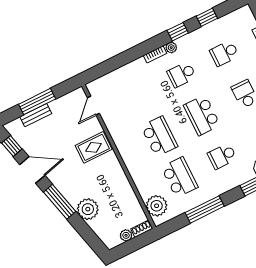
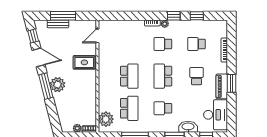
plant: (88, 209) -> (57, 85), moved

